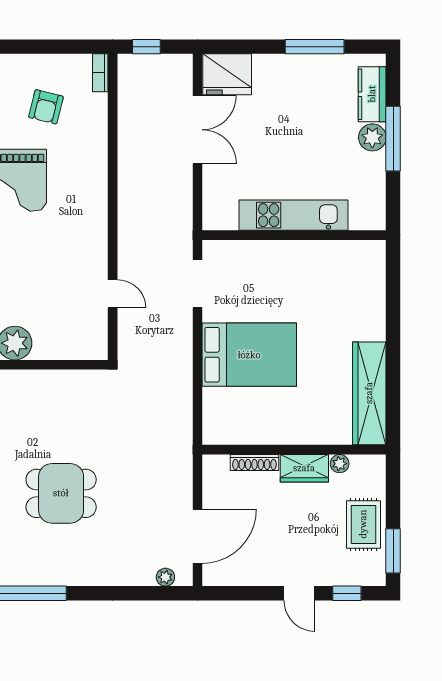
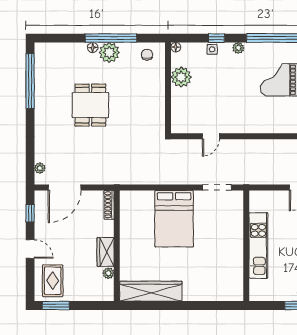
shoe rack: (254, 463) -> (109, 205), moved
rug: (363, 524) -> (53, 281), moved, turned 90
door: (198, 536) -> (65, 187), hinge flipped
door: (299, 593) -> (30, 249), swing flipped
window: (347, 593) -> (30, 213), moved

